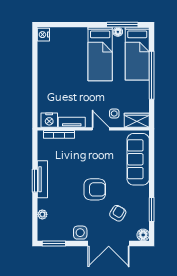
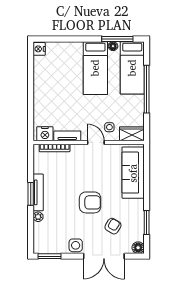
plant: (42, 214) -> (38, 217), moved

